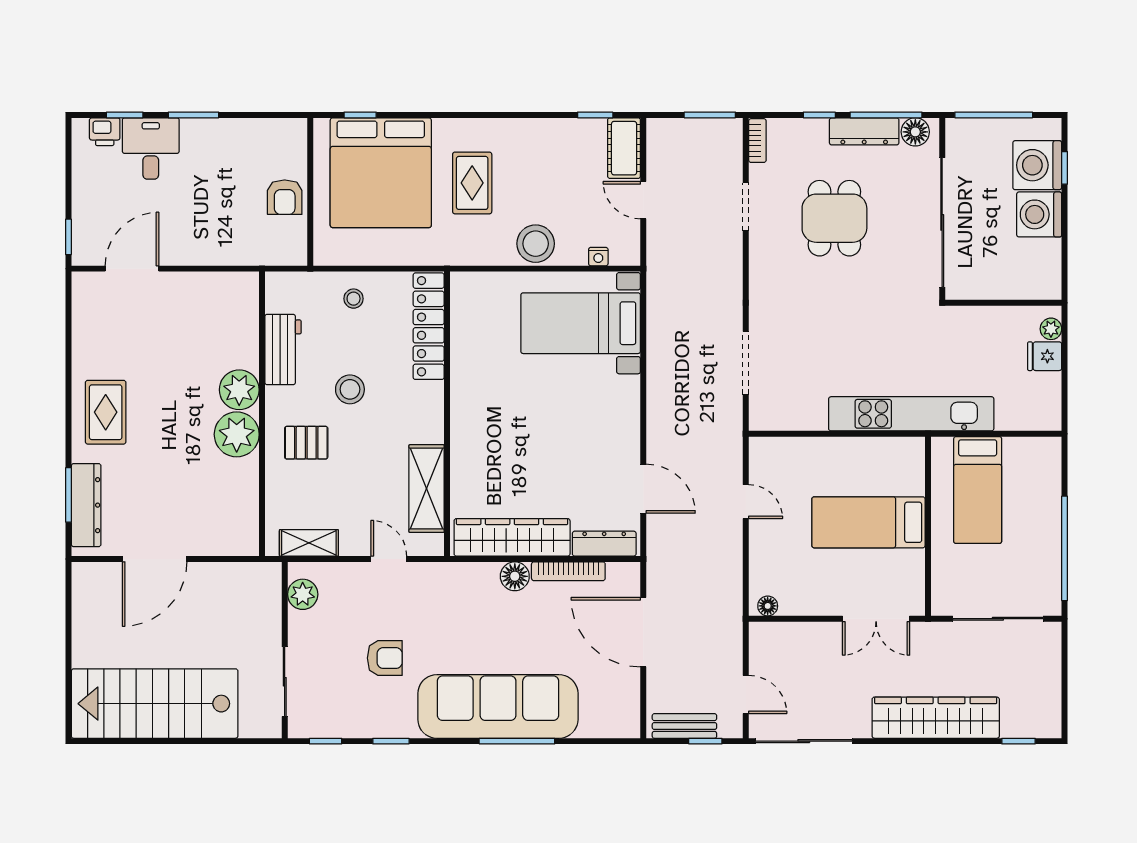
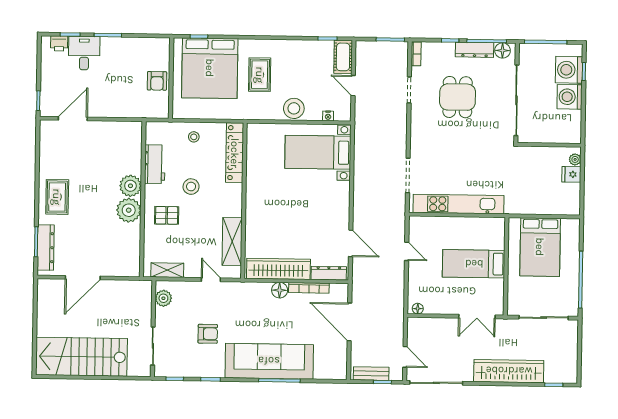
kitchen unit: (911, 414) -> (459, 204), moved
bed: (978, 490) -> (540, 247), width x1.50

